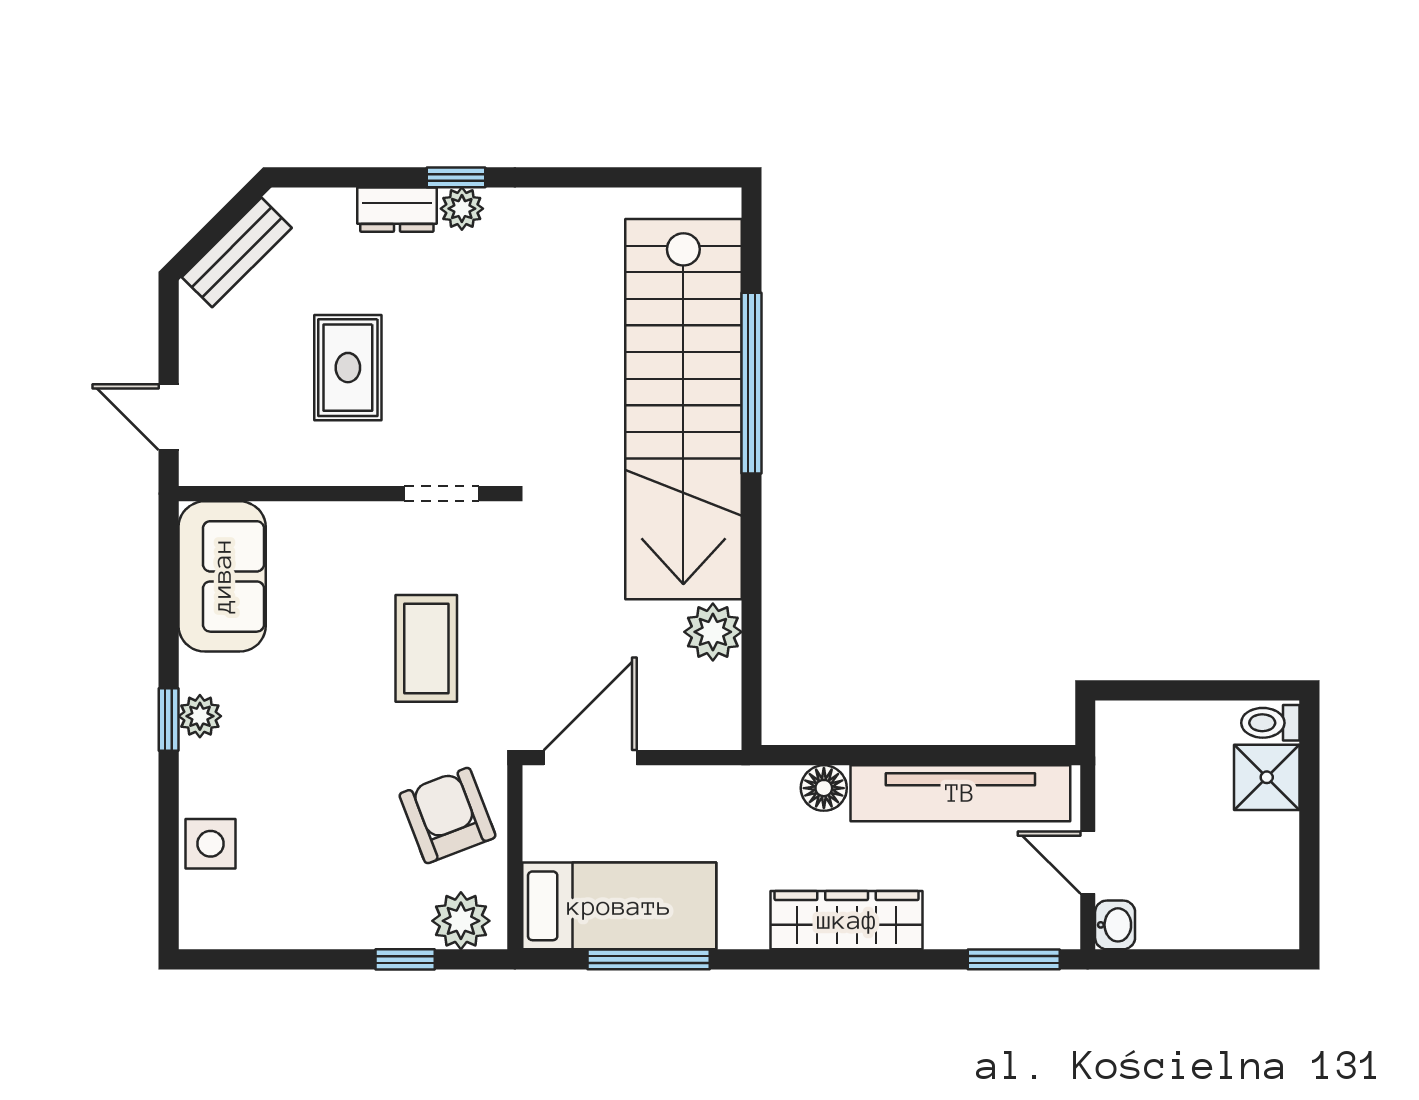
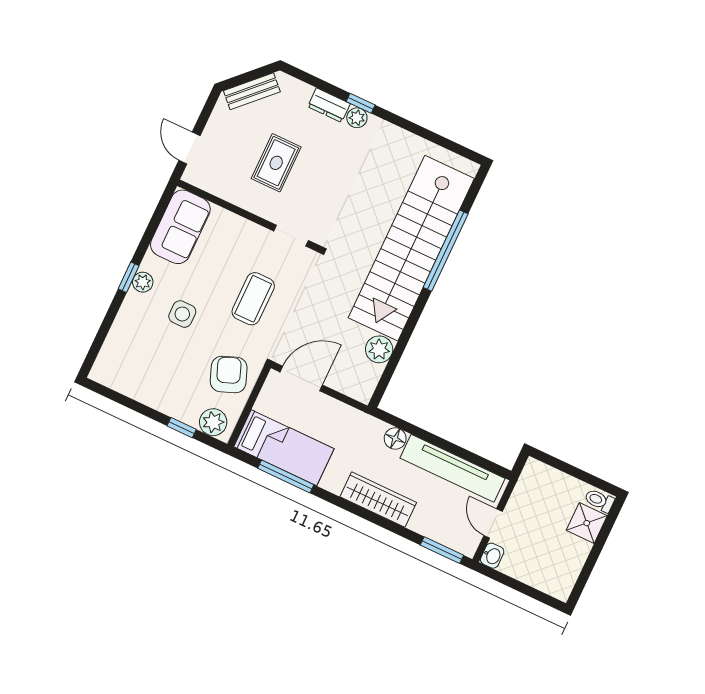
side table: (211, 844) -> (182, 314), moved

